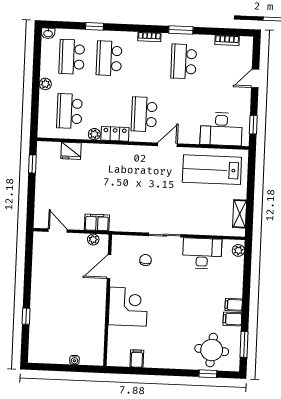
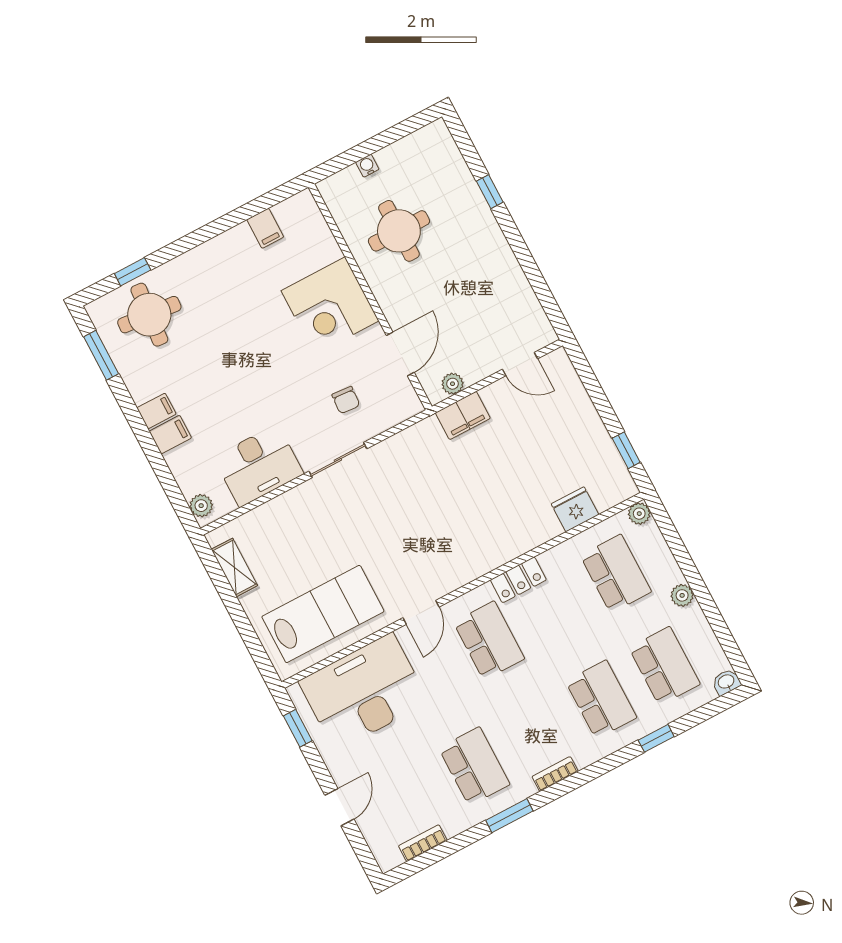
desk: (221, 129) -> (364, 692), width x1.36, depth x1.30
plant: (94, 134) -> (639, 514), moved
filing cabinet: (232, 319) -> (170, 435), moved
round table: (77, 322) -> (399, 231), added

